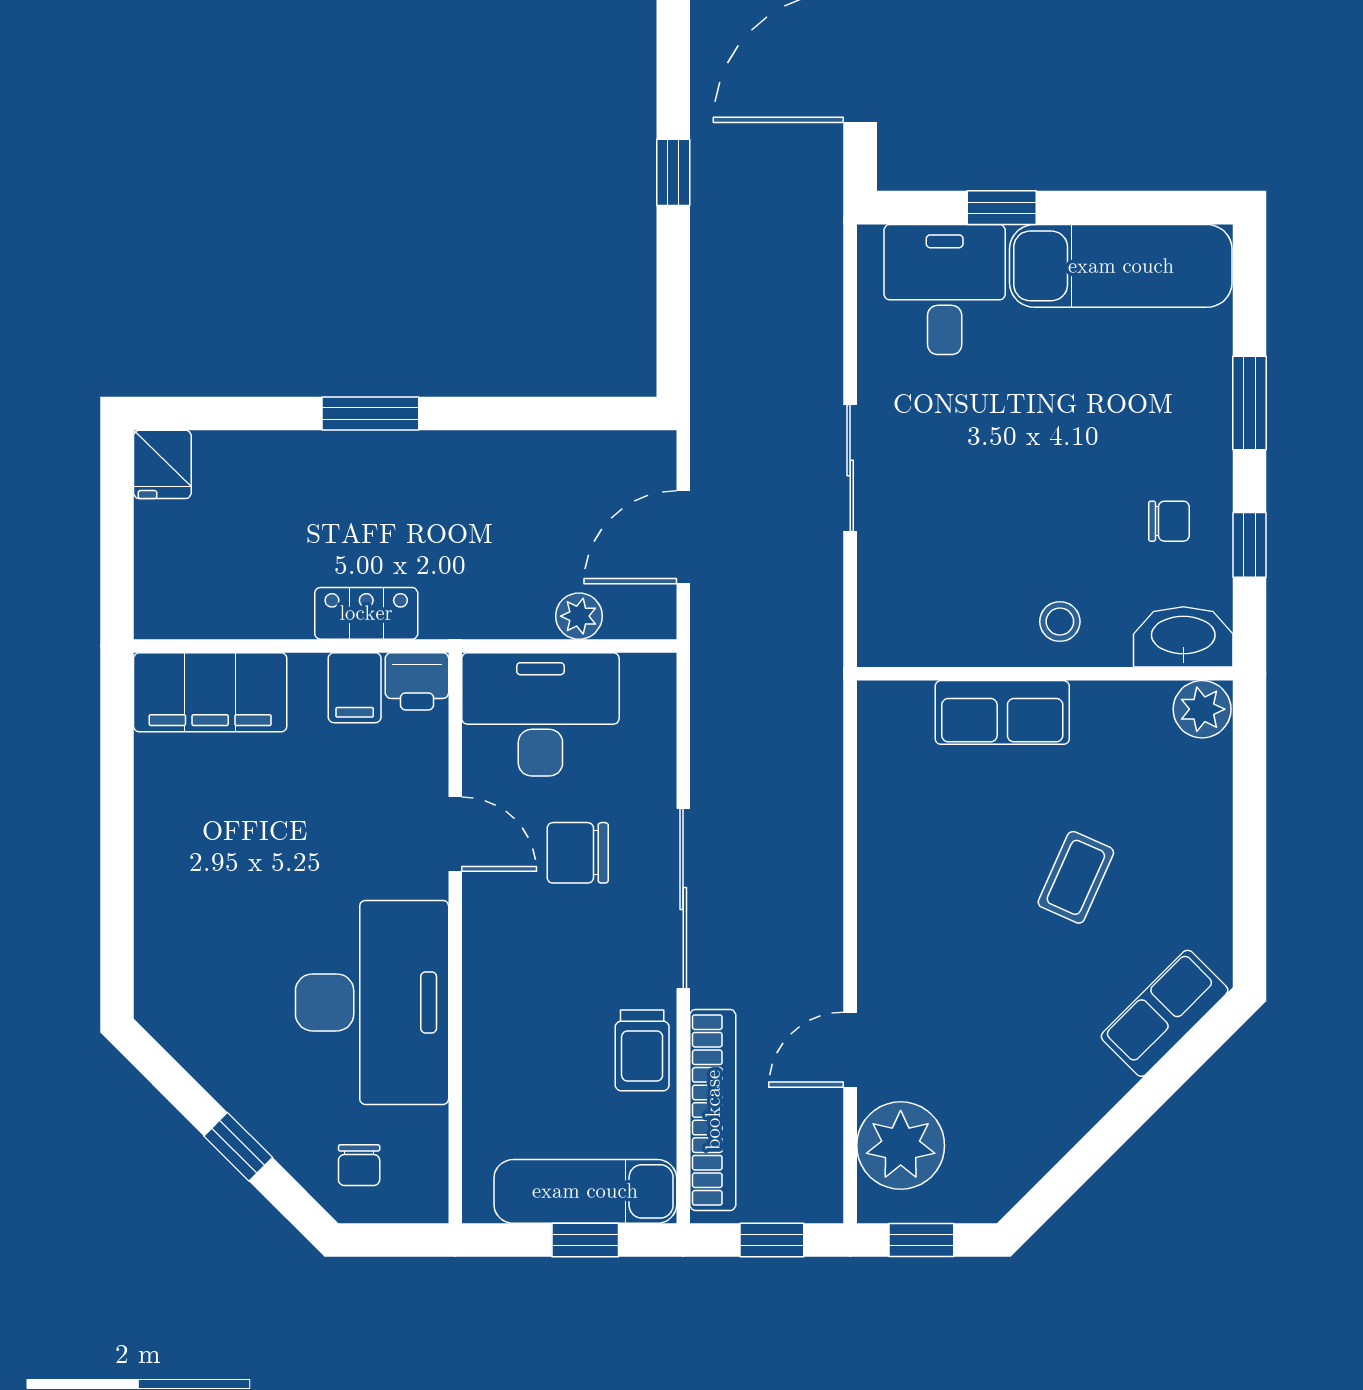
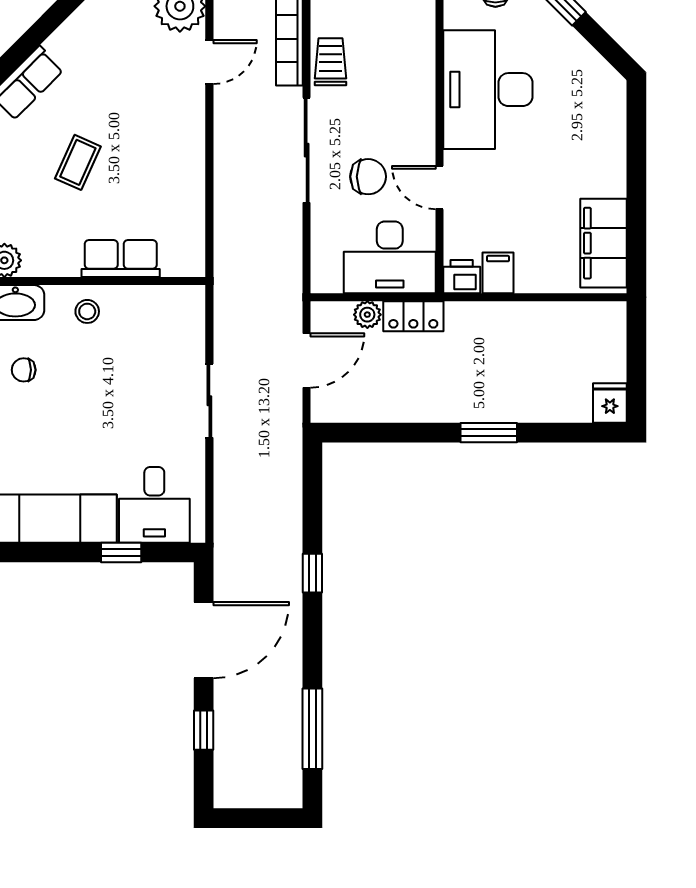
locker: (366, 613) -> (413, 316), moved
filing cabinet: (210, 692) -> (604, 243), moved, turned -90

